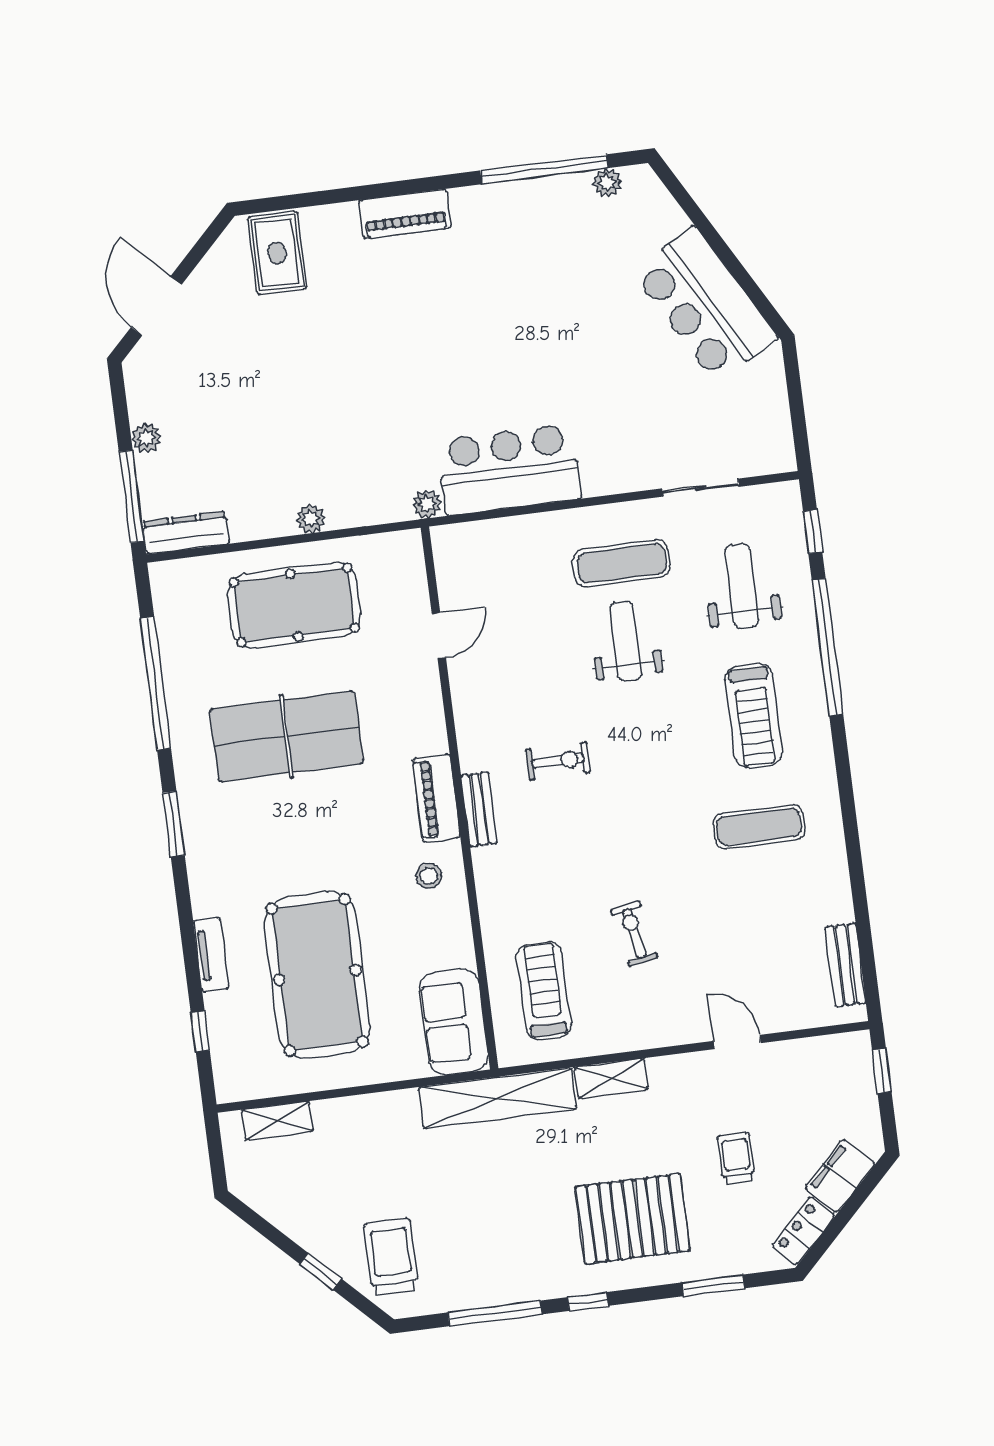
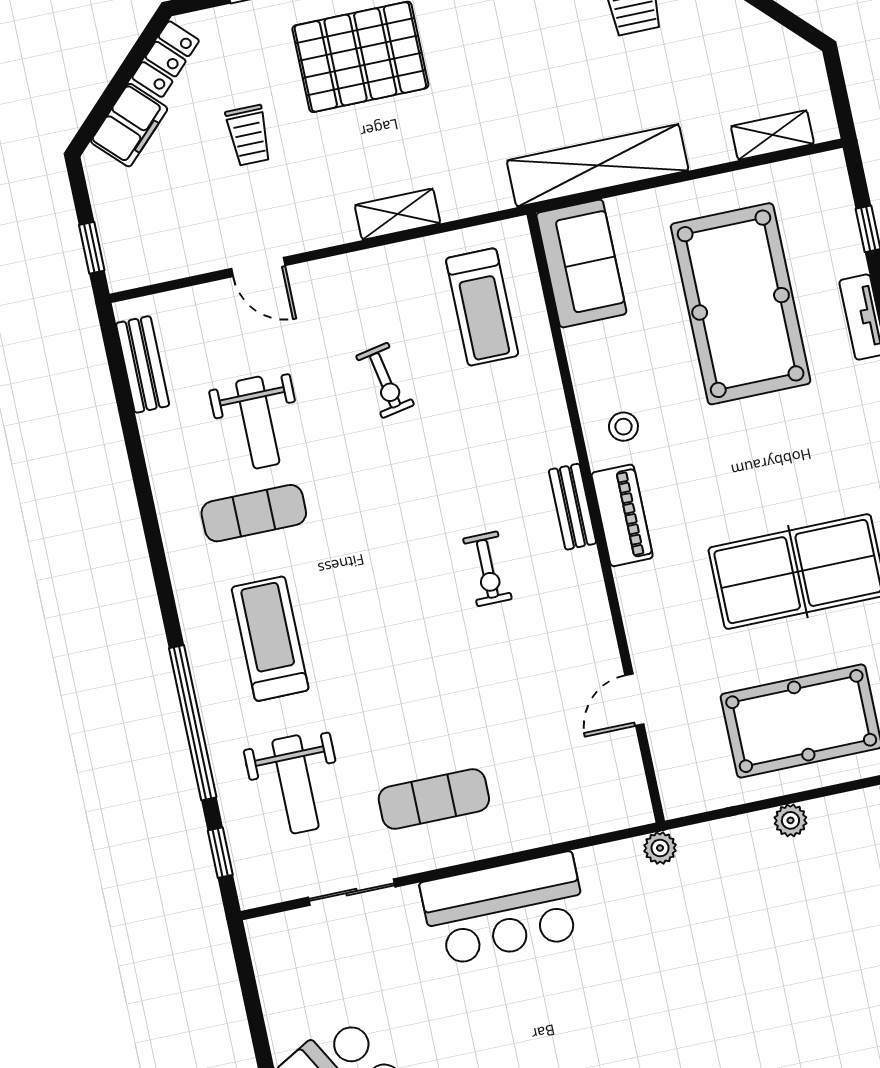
bar counter: (509, 469) -> (504, 909), moved
weight bench: (626, 641) -> (258, 423), moved
exercise bike: (558, 761) -> (487, 569), turned -90
shelving: (497, 1098) -> (598, 166), moved

